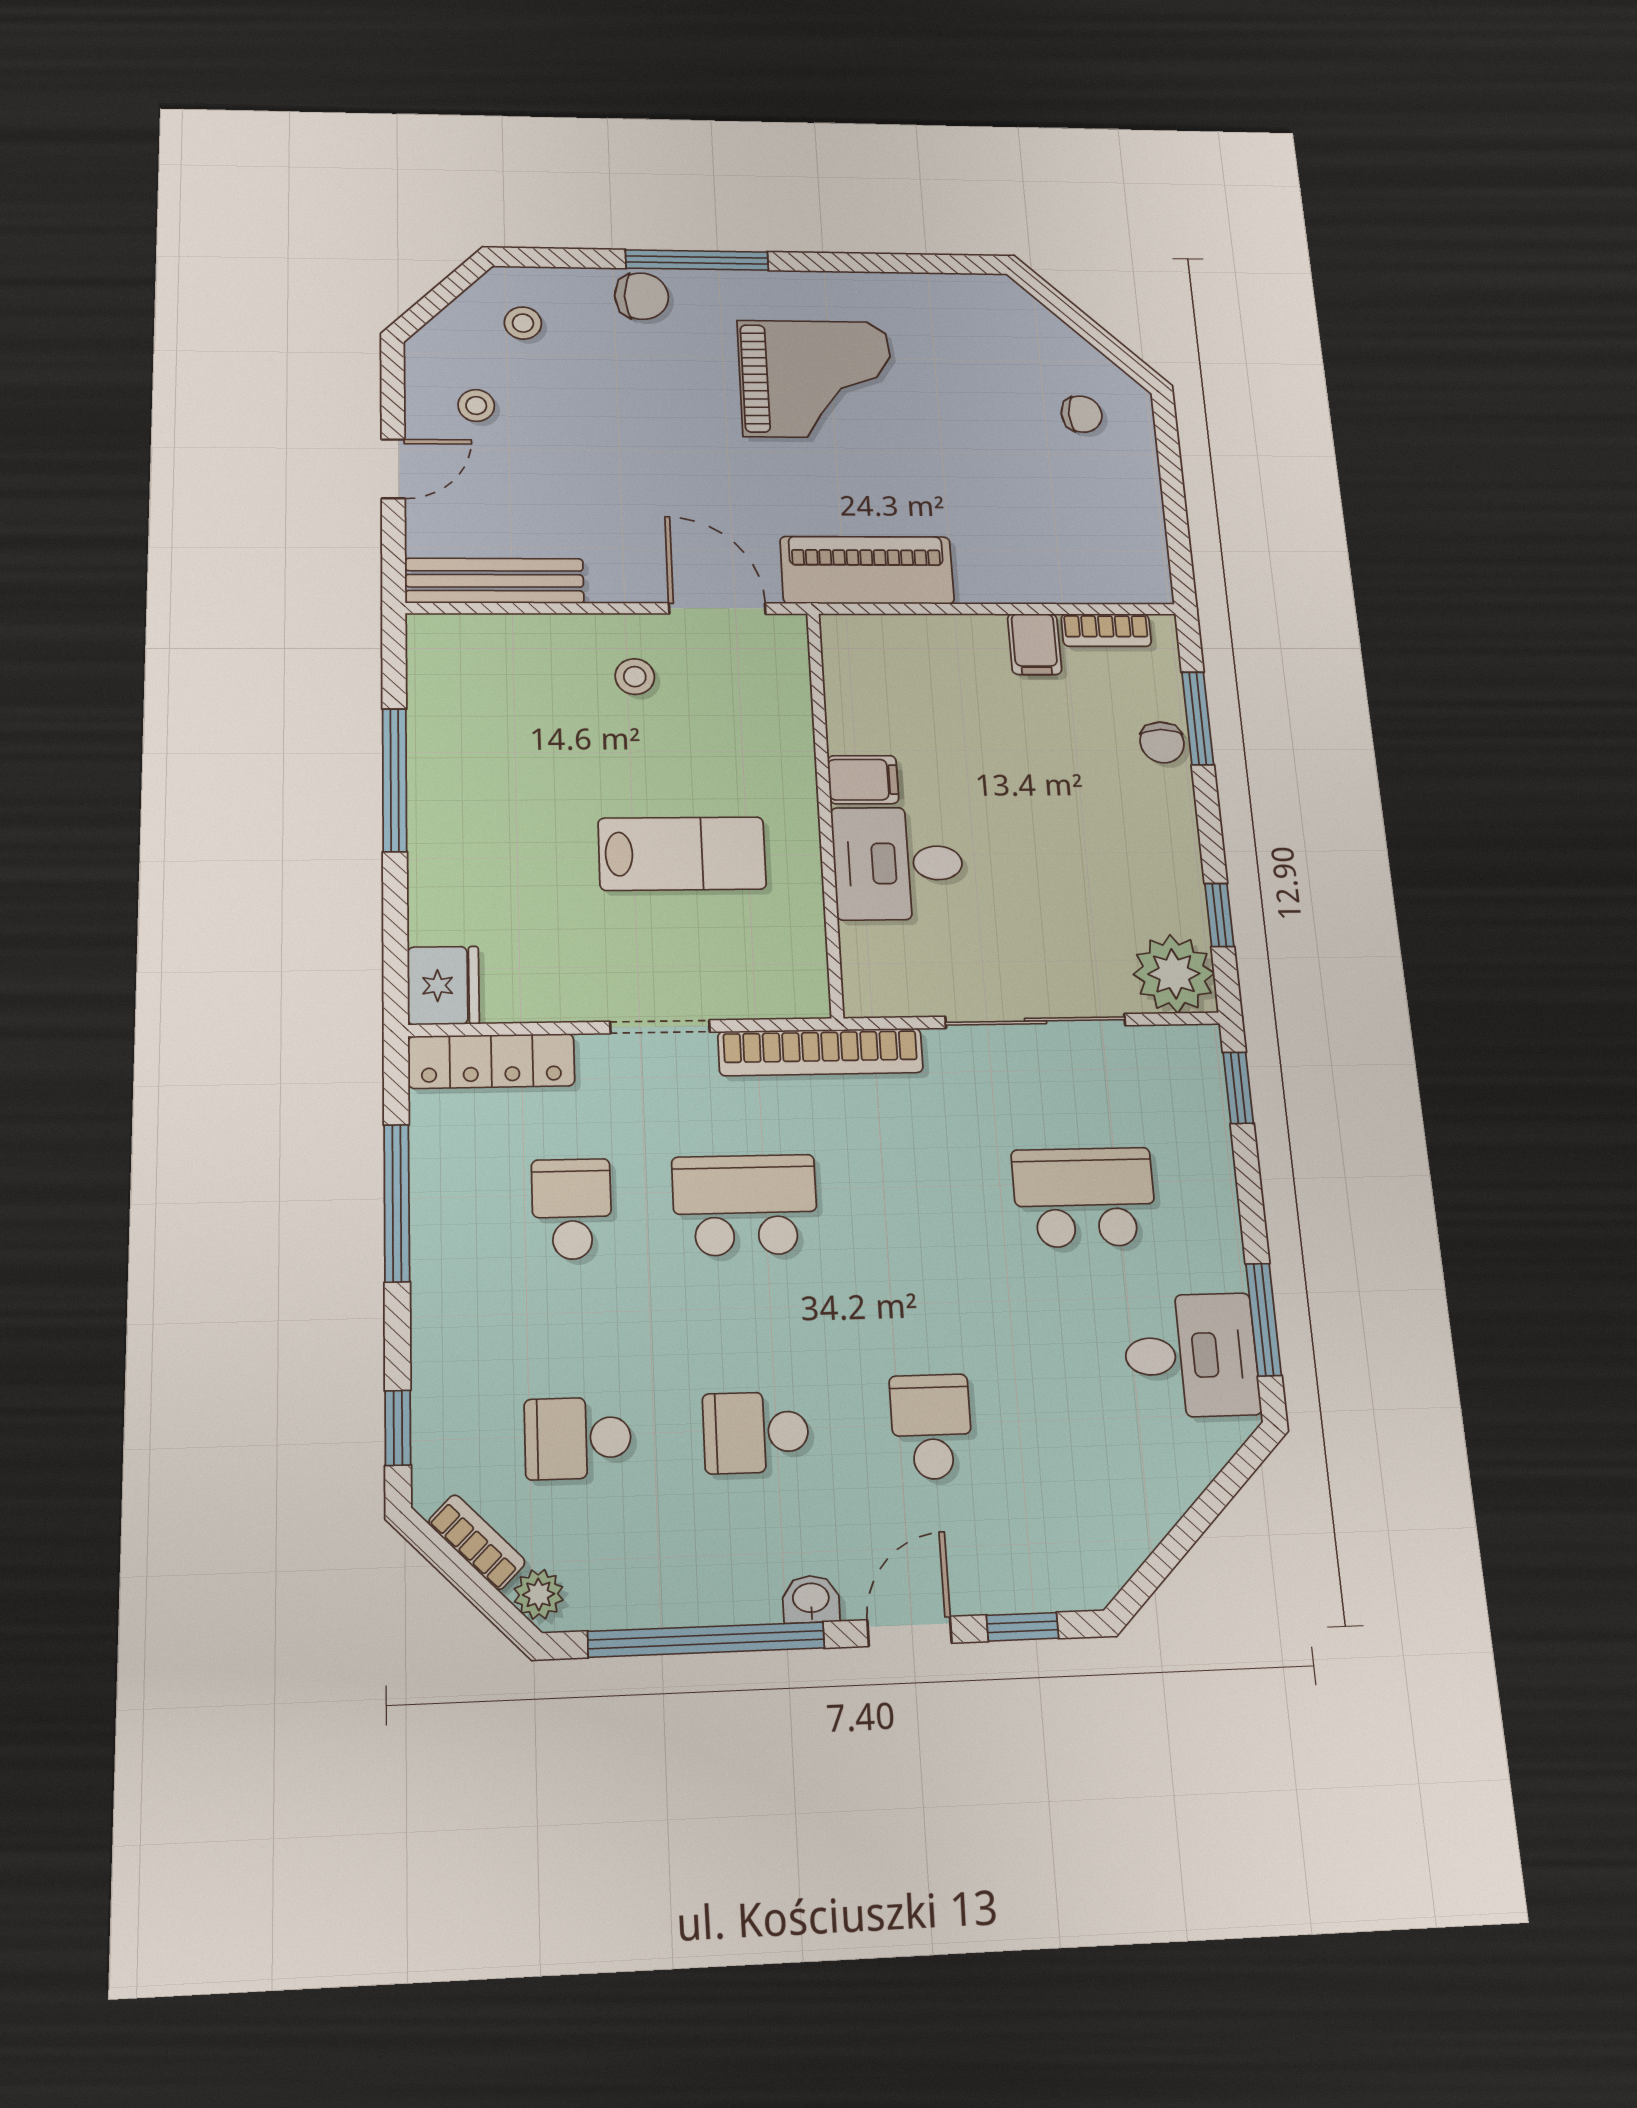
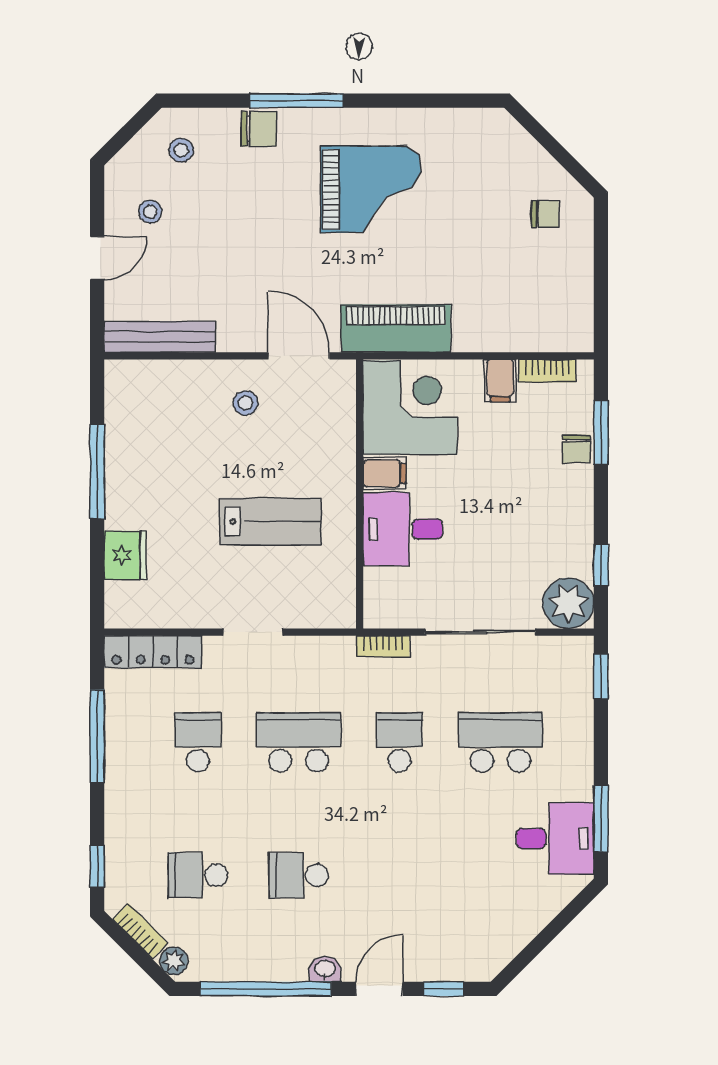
corner desk: (897, 683) -> (410, 407), added
fridge: (443, 985) -> (125, 555), moved
bookcase: (821, 1052) -> (383, 646), width x0.43, depth x0.76
school desk: (931, 1427) -> (400, 742), moved

